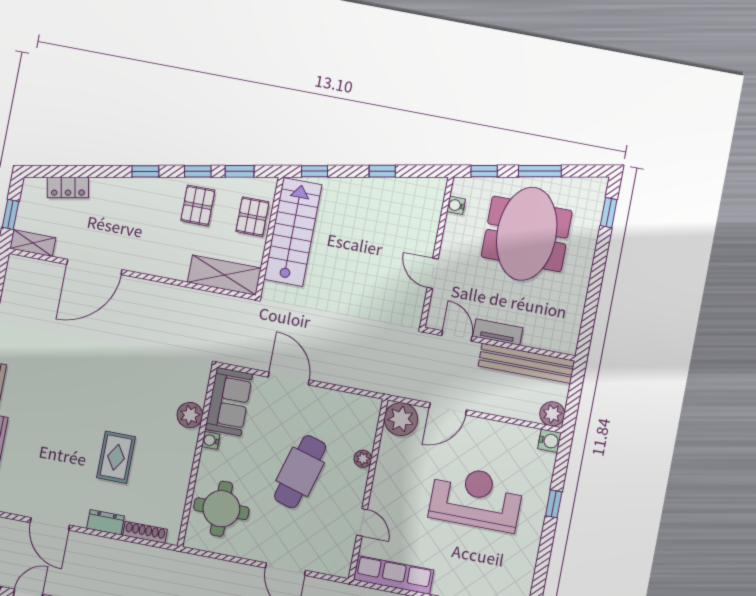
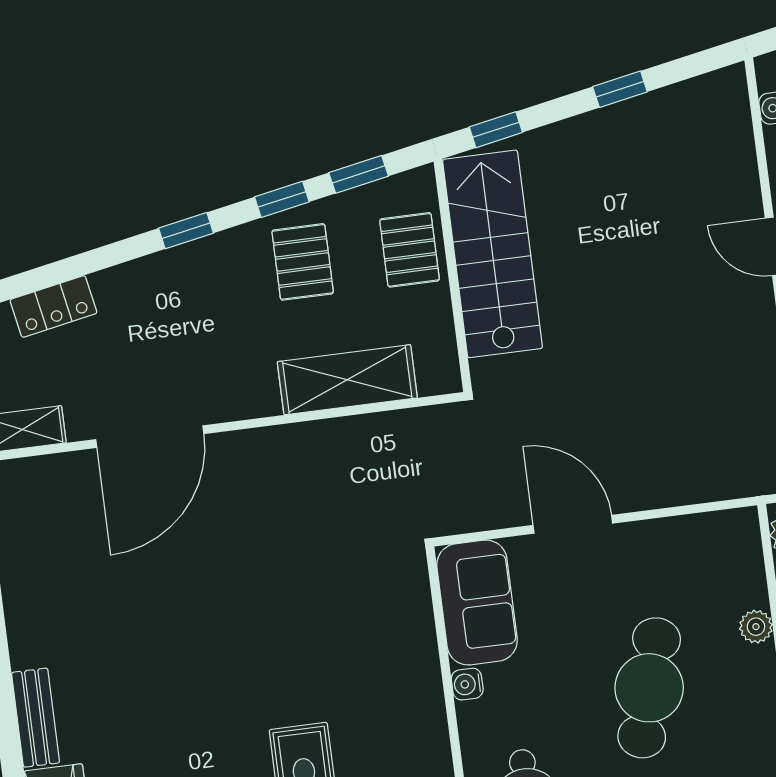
shelving: (224, 275) -> (347, 380), moved
plant: (190, 415) -> (414, 650), removed

